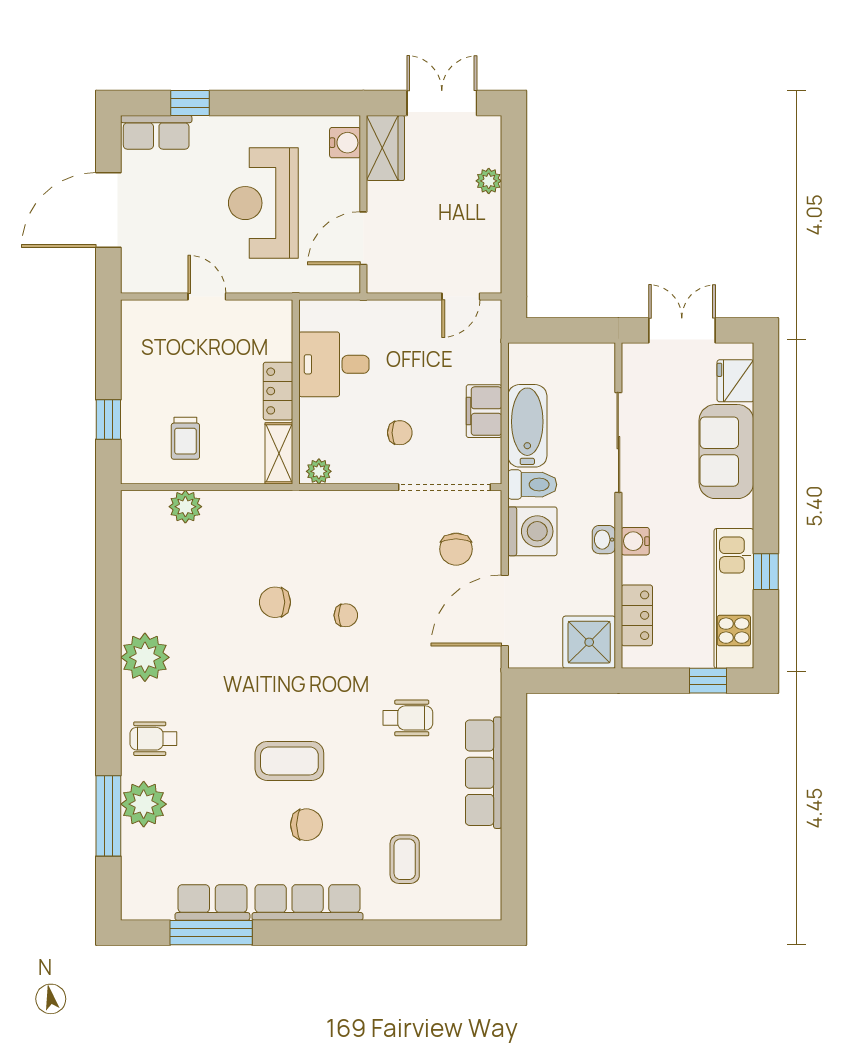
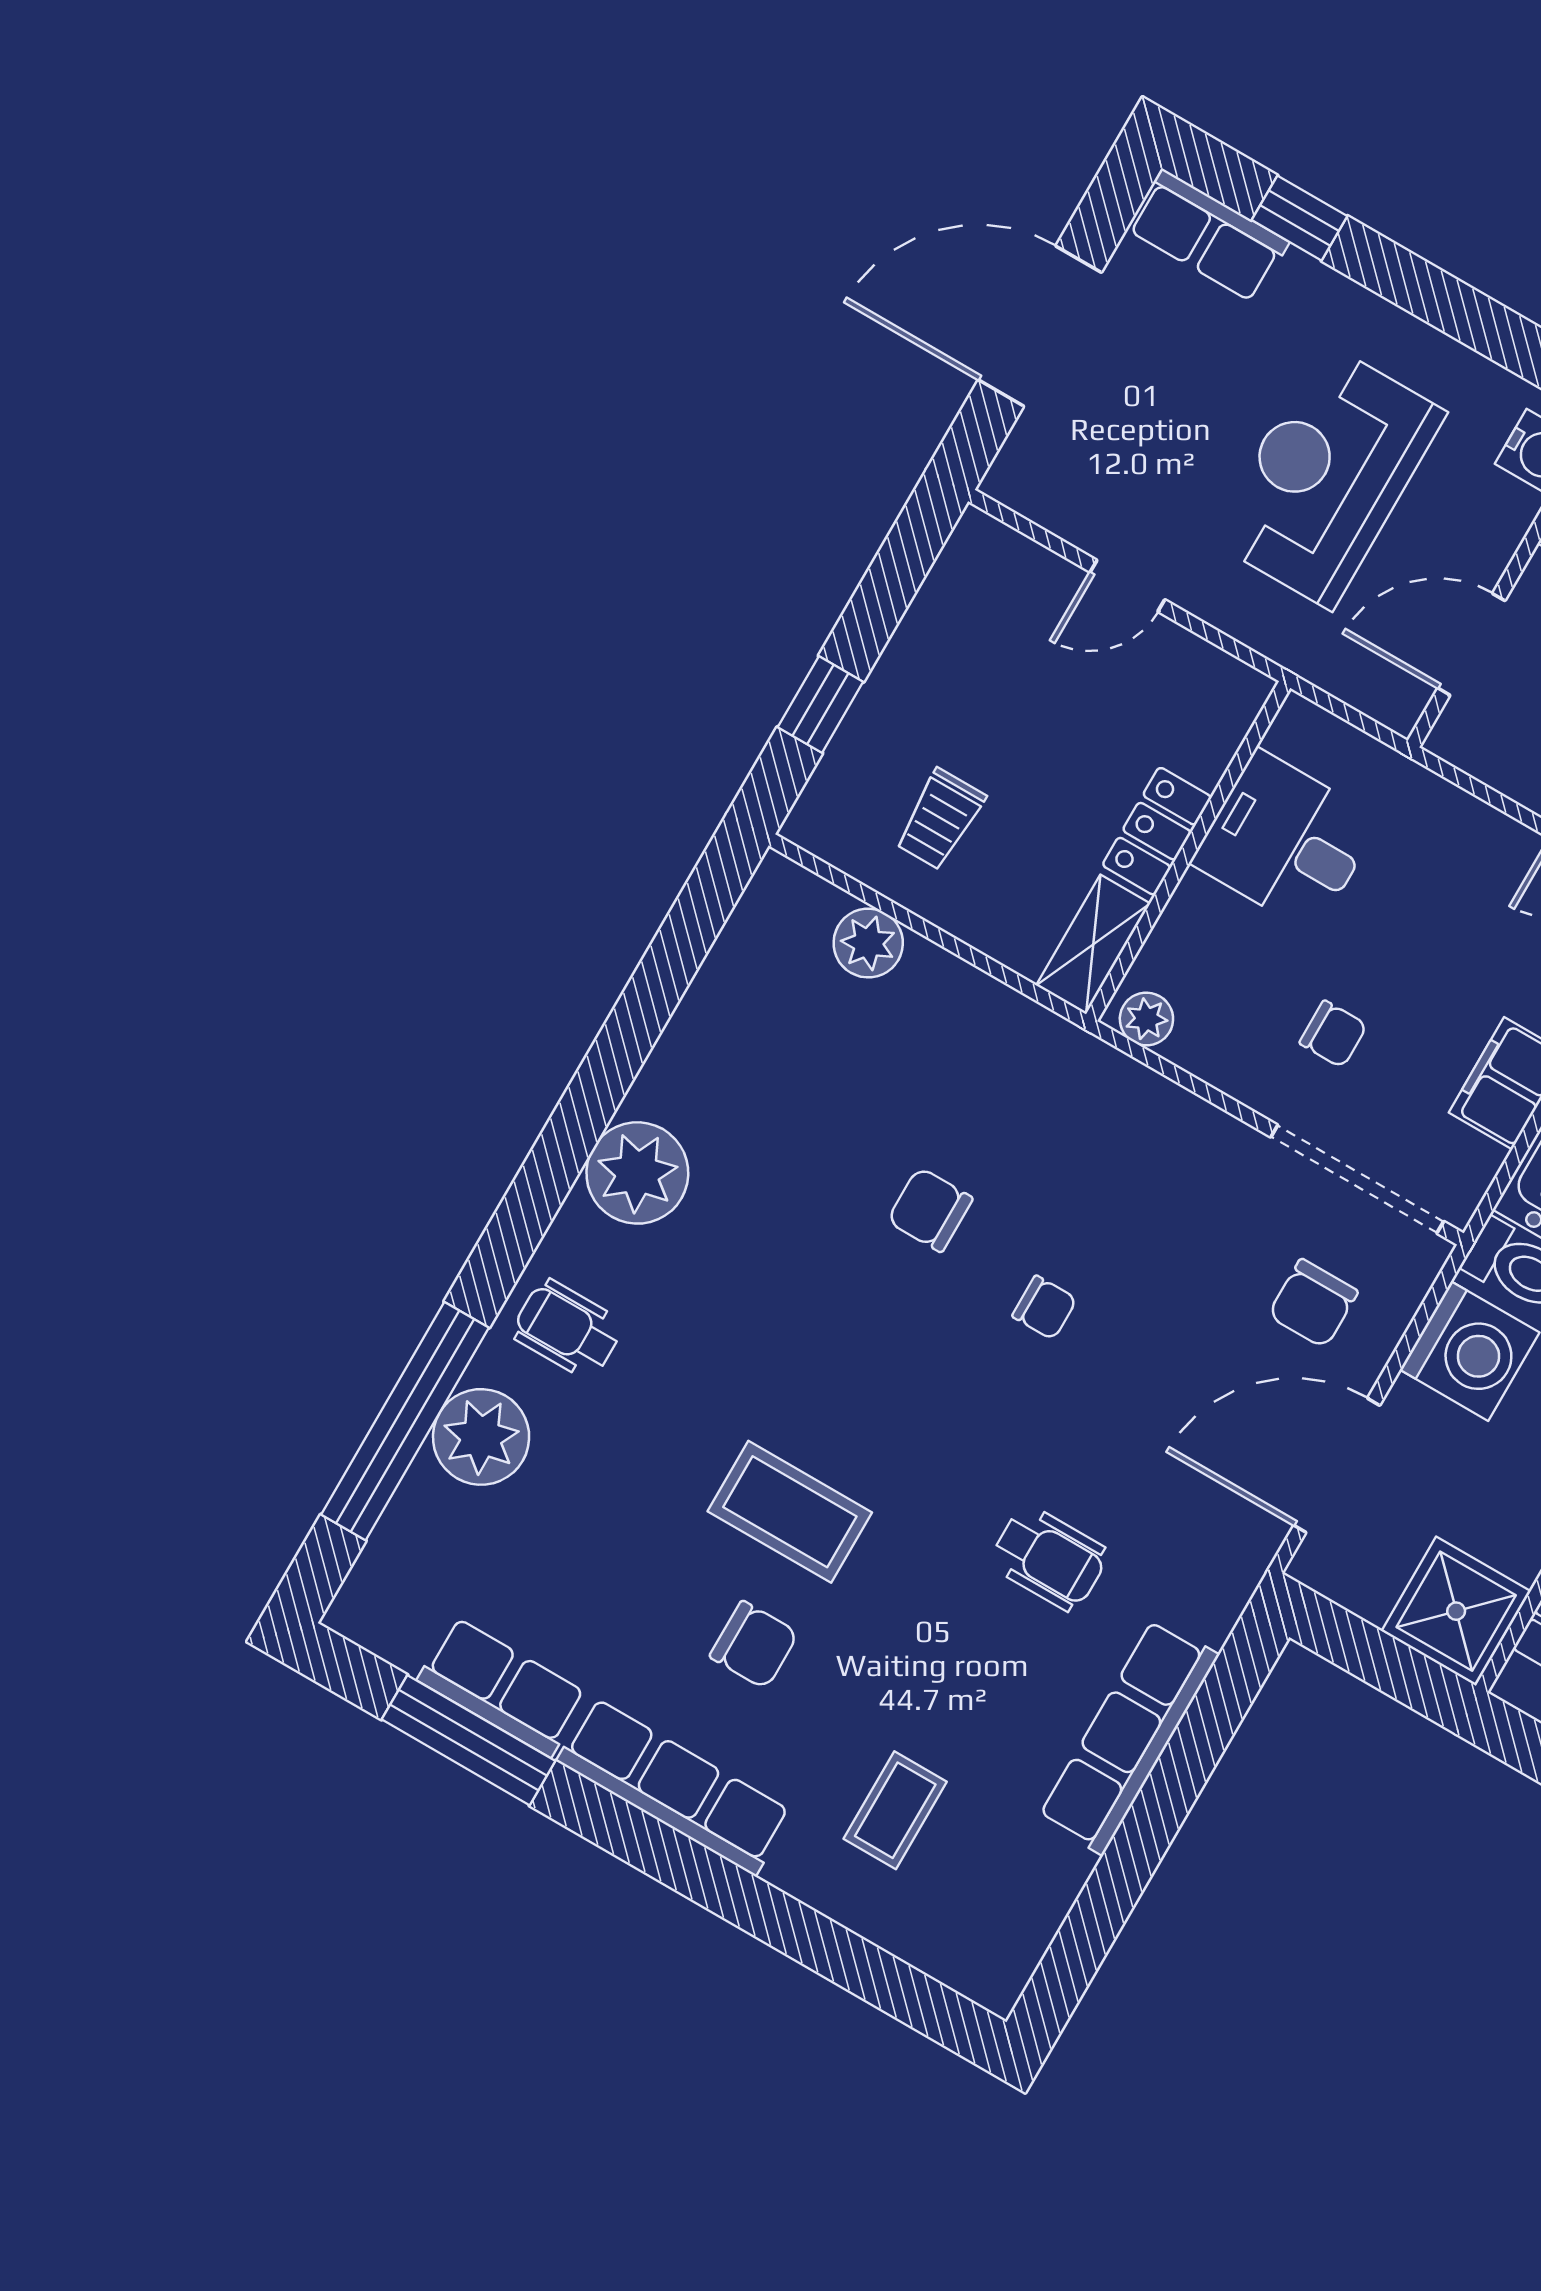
door: (207, 297) -> (1127, 586), swing flipped
window: (108, 816) -> (405, 1421), width x1.46

